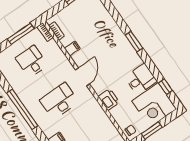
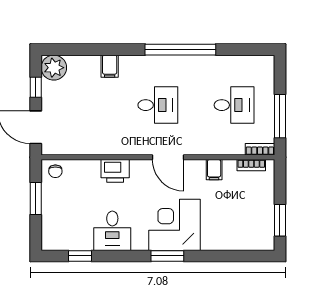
desk: (59, 101) -> (158, 105), width x0.73
corner desk: (154, 105) -> (174, 225), moved

